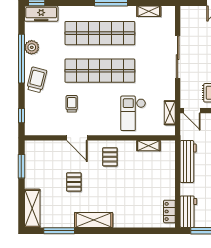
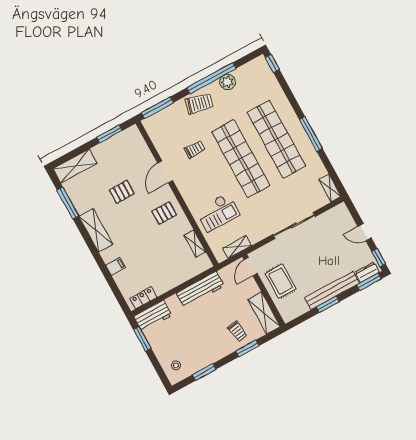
shelving: (149, 11) -> (330, 188), moved
freezer: (41, 14) -> (264, 73), removed
checkout: (133, 113) -> (218, 212), turned 180
window: (21, 116) -> (157, 108), width x2.17
filing cabinet: (132, 220) -> (116, 266), added

